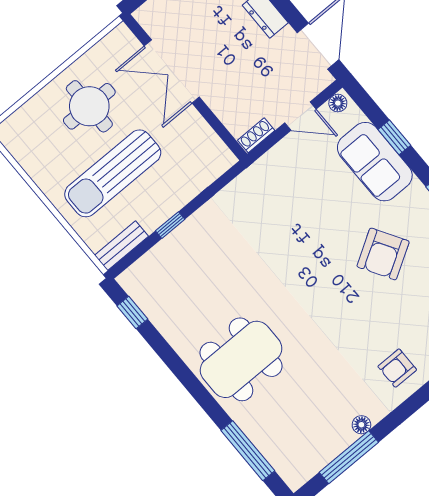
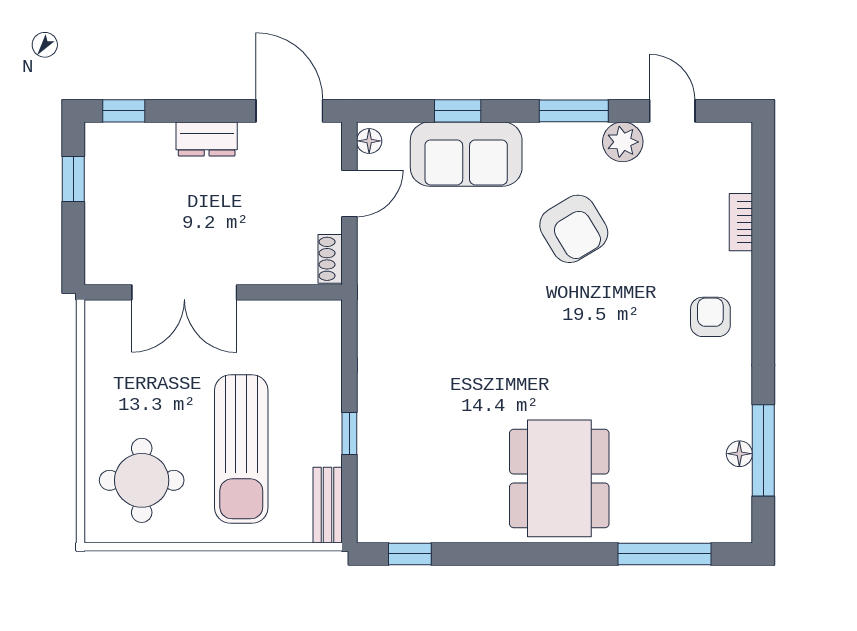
round table: (89, 106) -> (142, 480), moved
armchair: (397, 368) -> (710, 317), turned 180
floor lamp: (361, 425) -> (739, 454), moved

